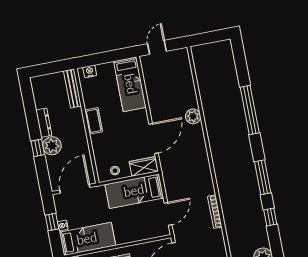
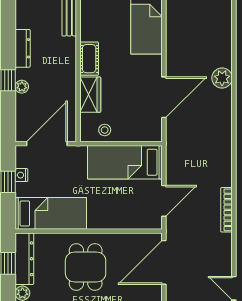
plant: (52, 146) -> (22, 87), width x0.53, depth x0.53
wardrobe: (144, 166) -> (90, 95), moved, turned 90
nightstand: (63, 226) -> (21, 175), moved

